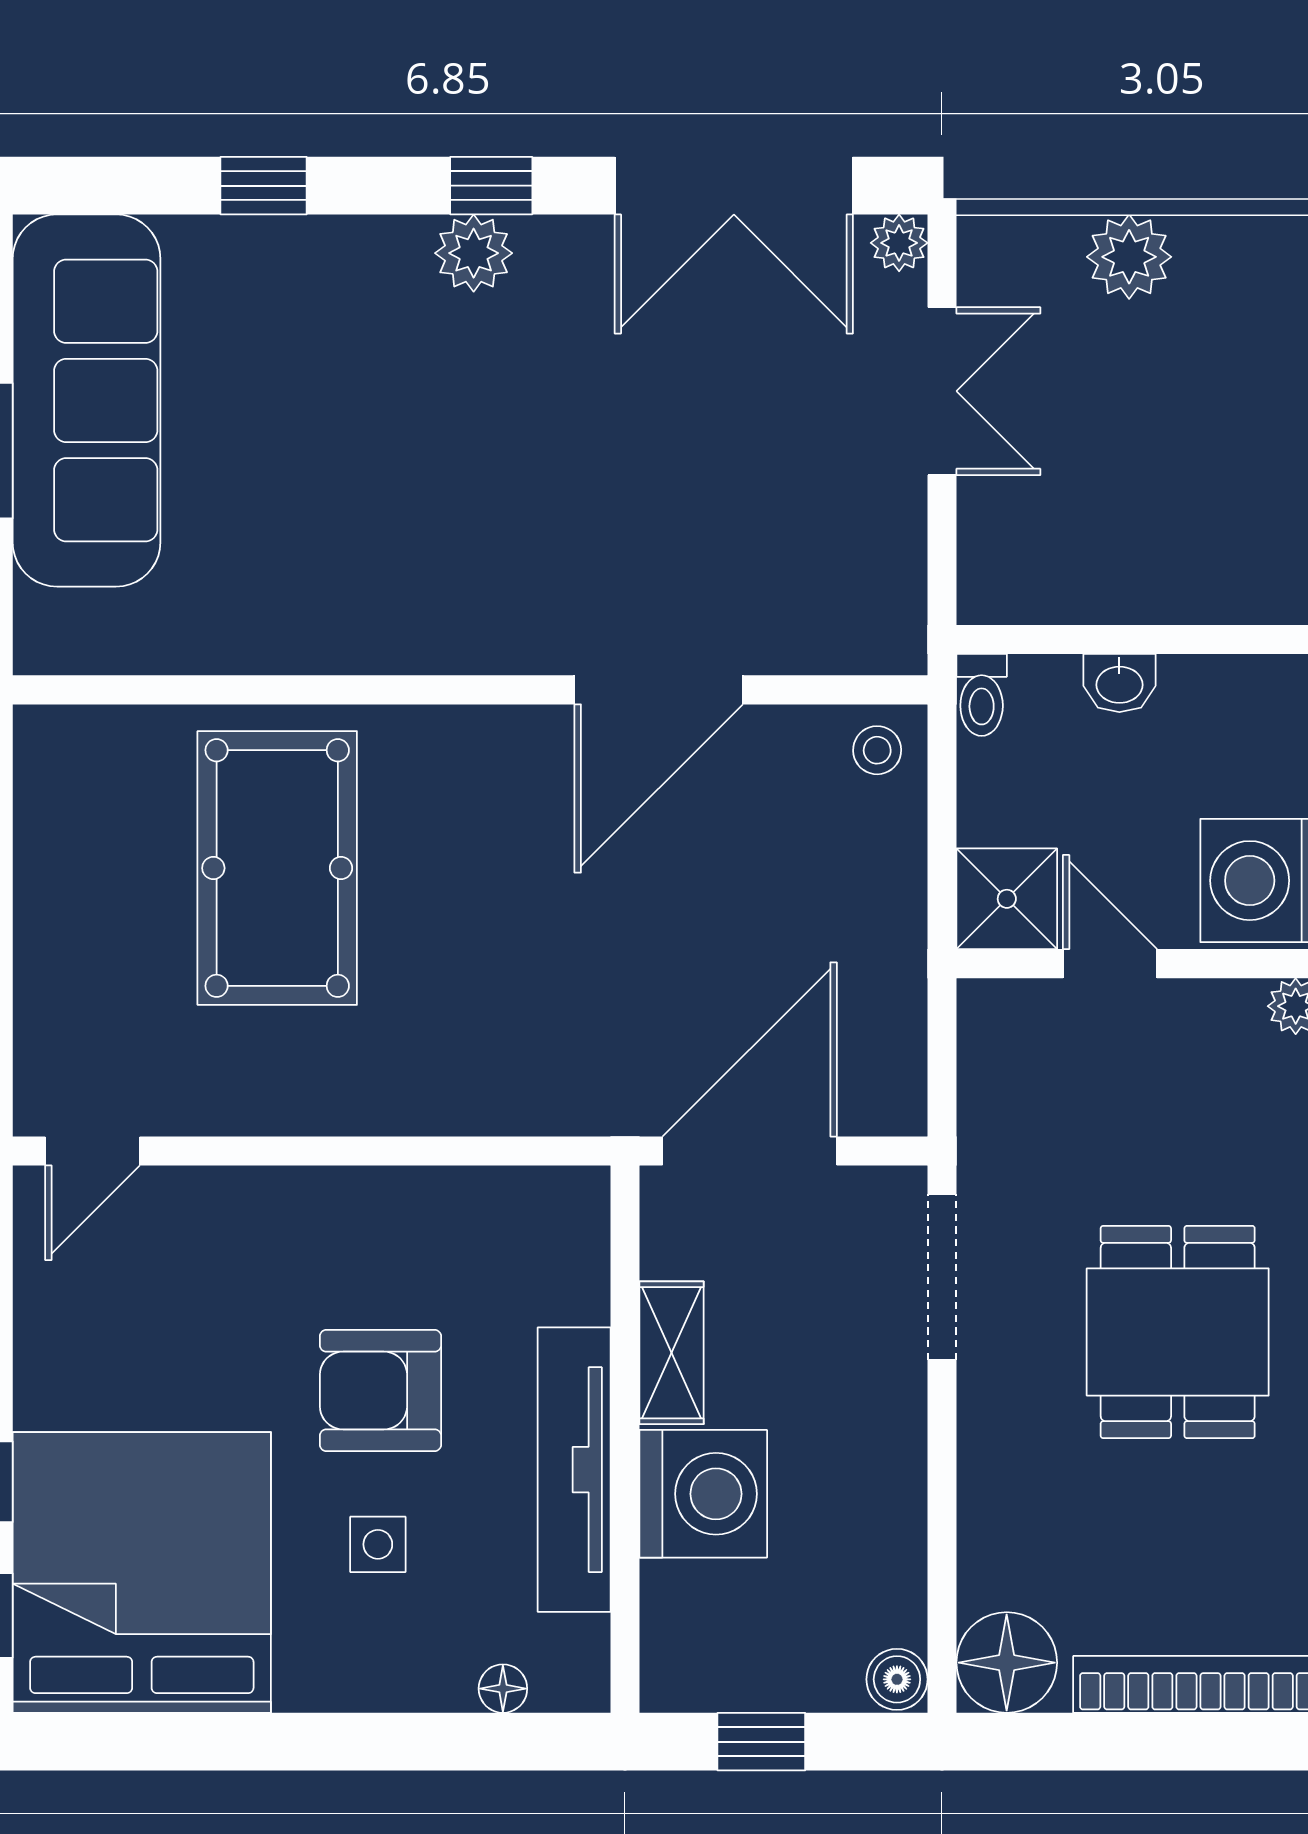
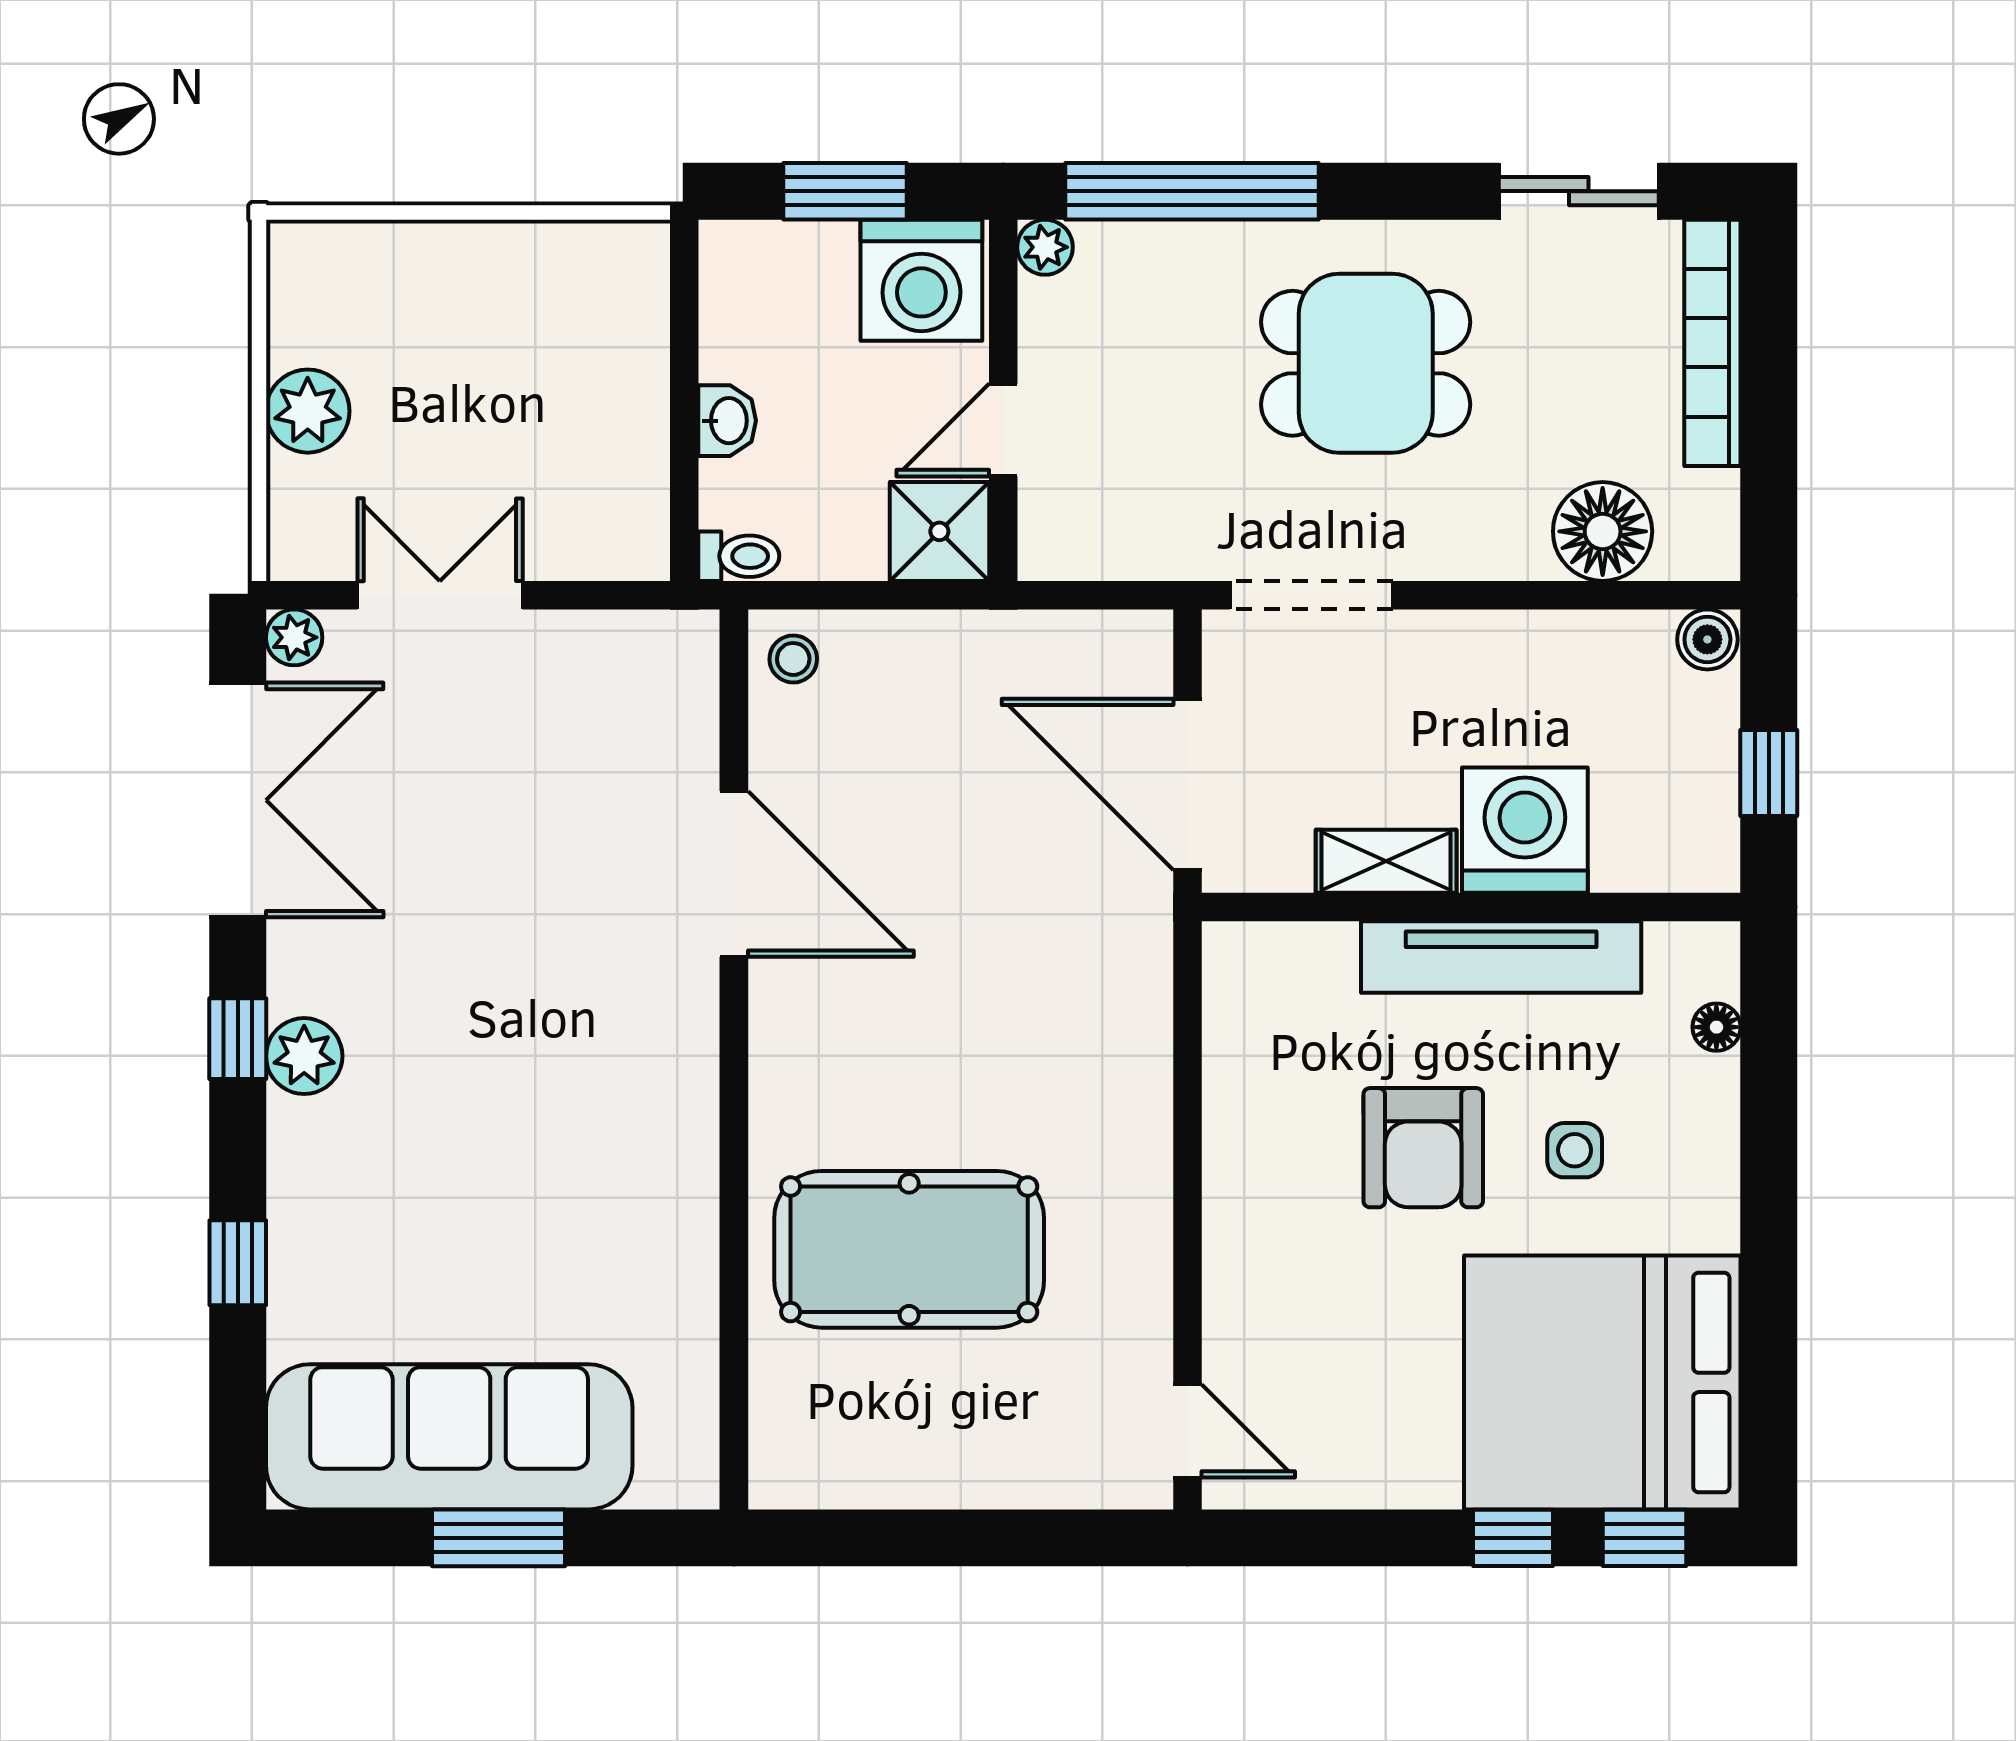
floor lamp: (1007, 1663) -> (1603, 531), moved

